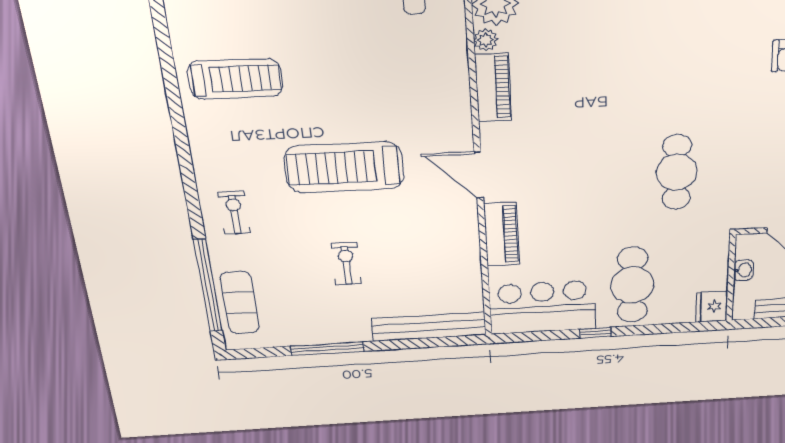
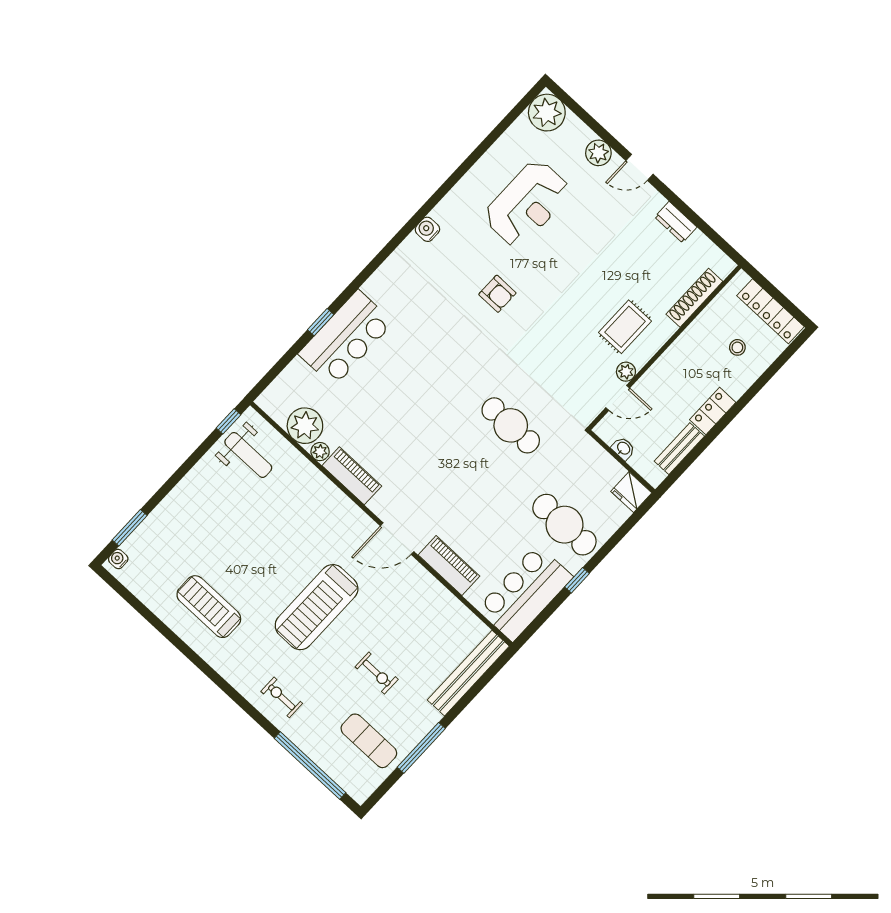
treadmill: (235, 79) -> (209, 607), turned -90
exercise bike: (346, 264) -> (377, 673), turned 180
exercise mat: (240, 303) -> (369, 741), moved

